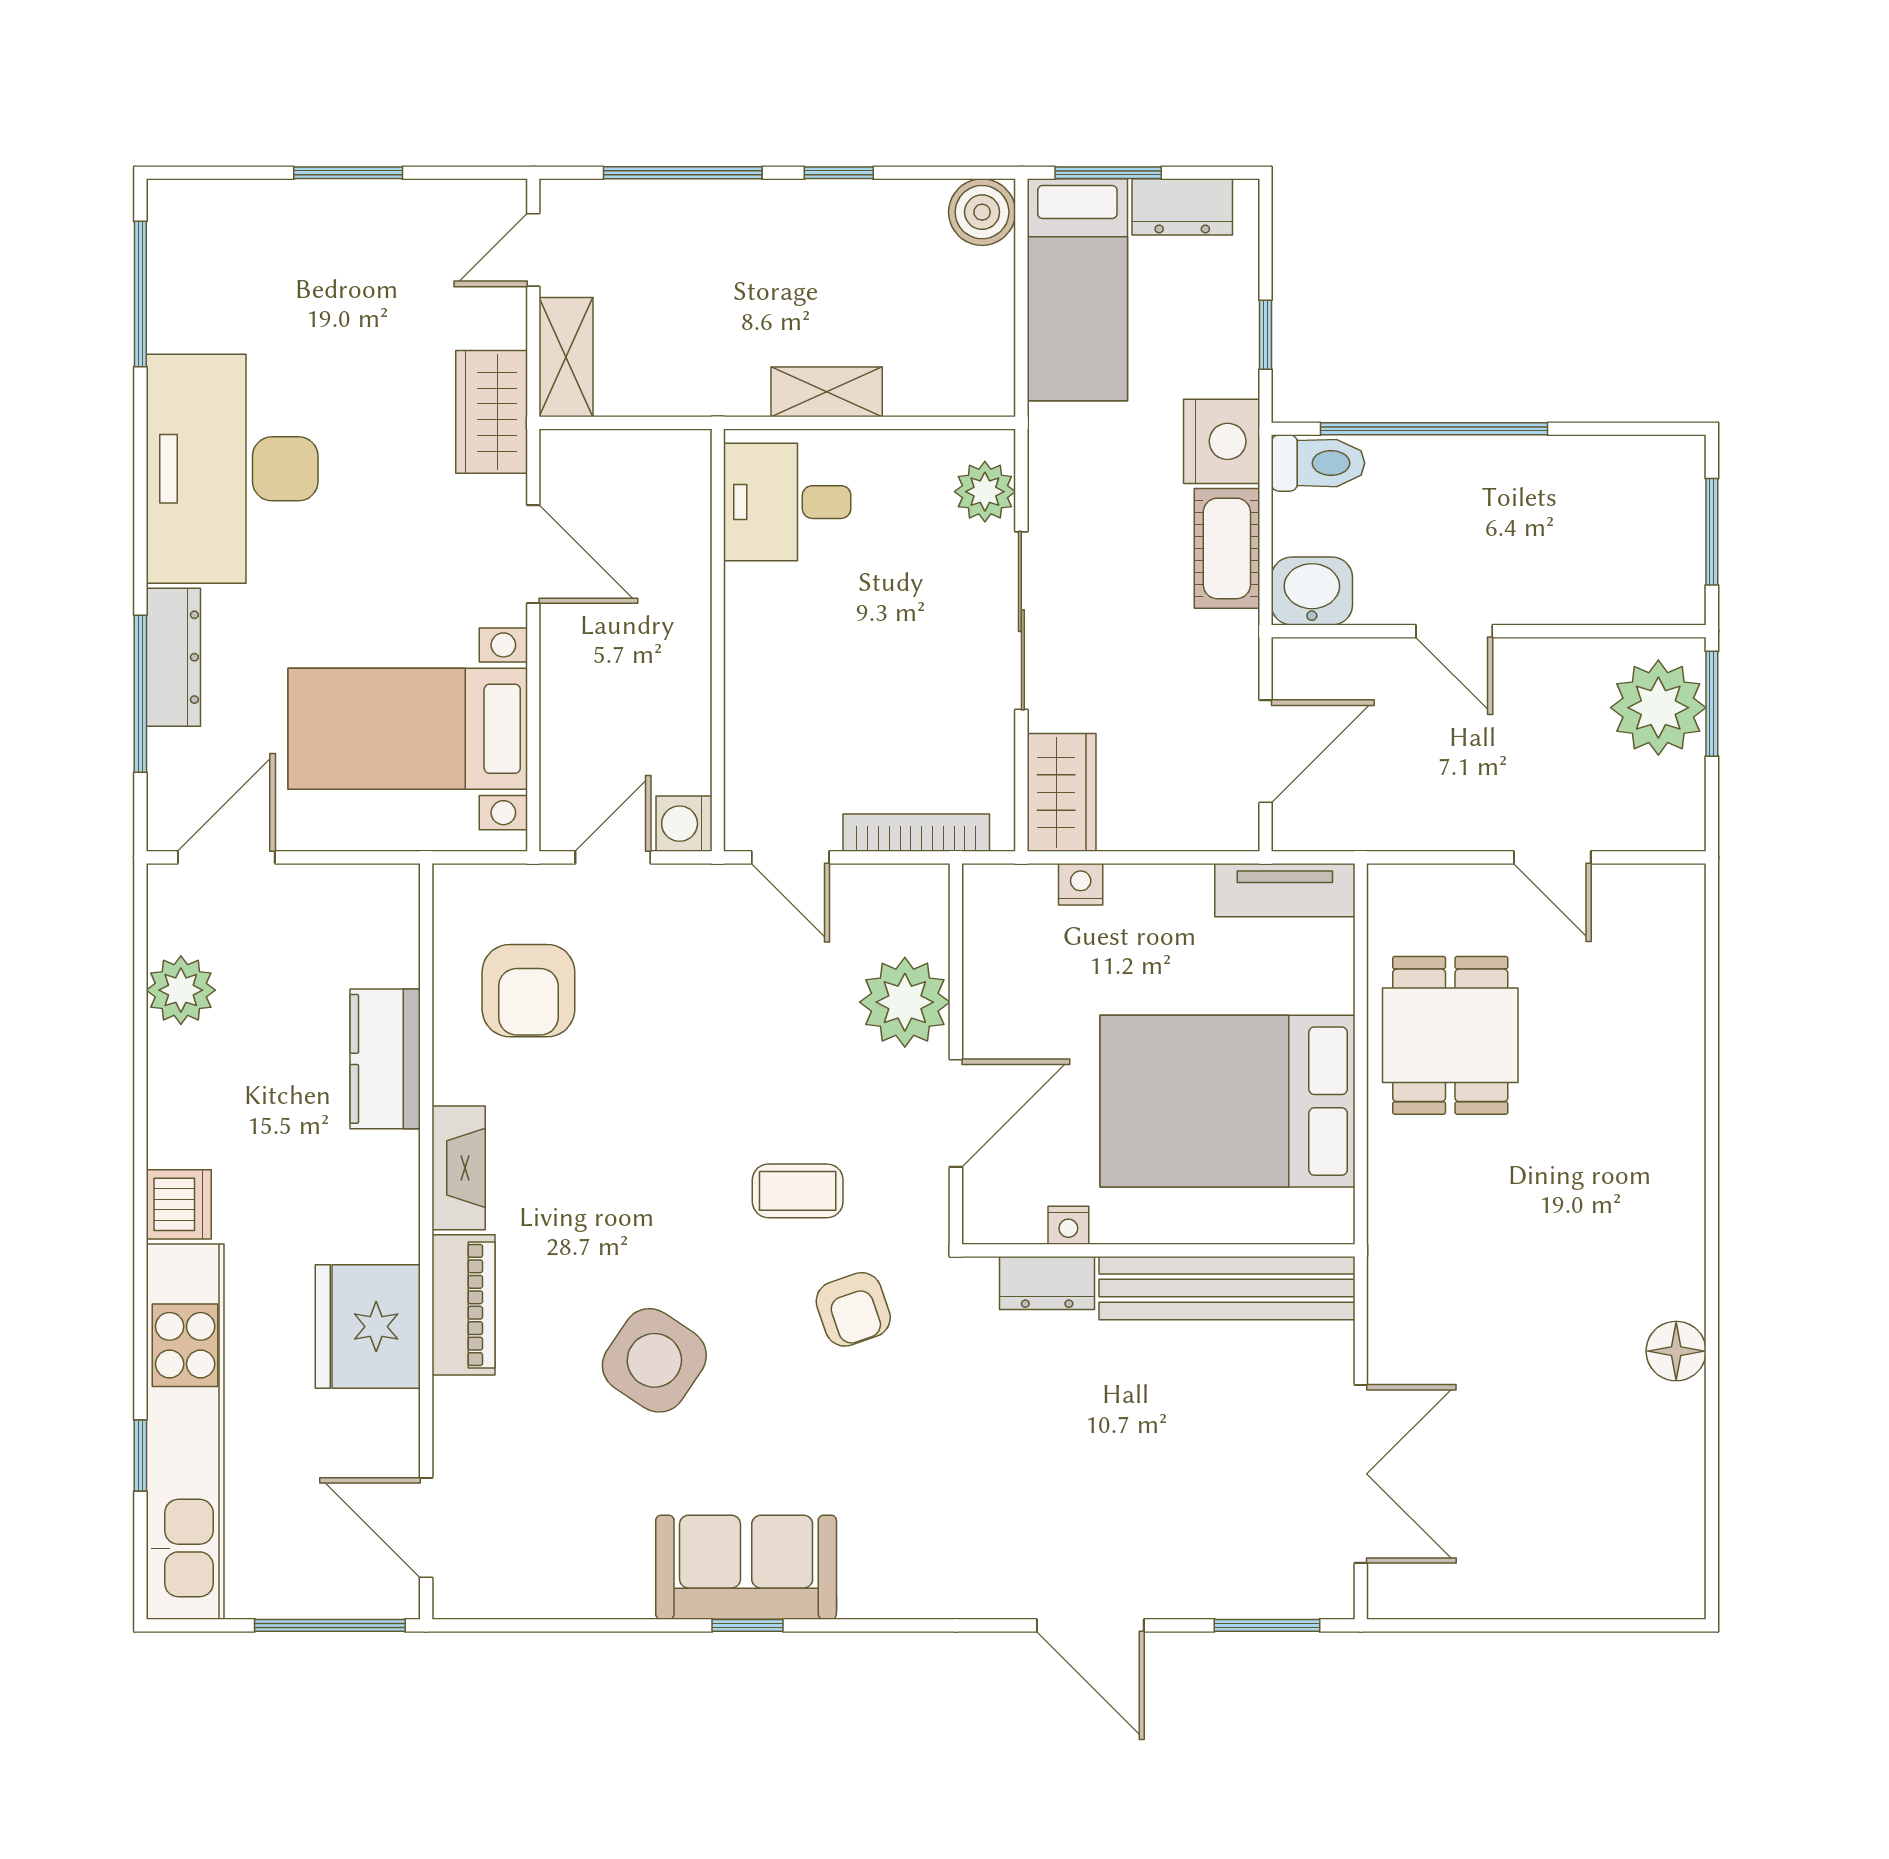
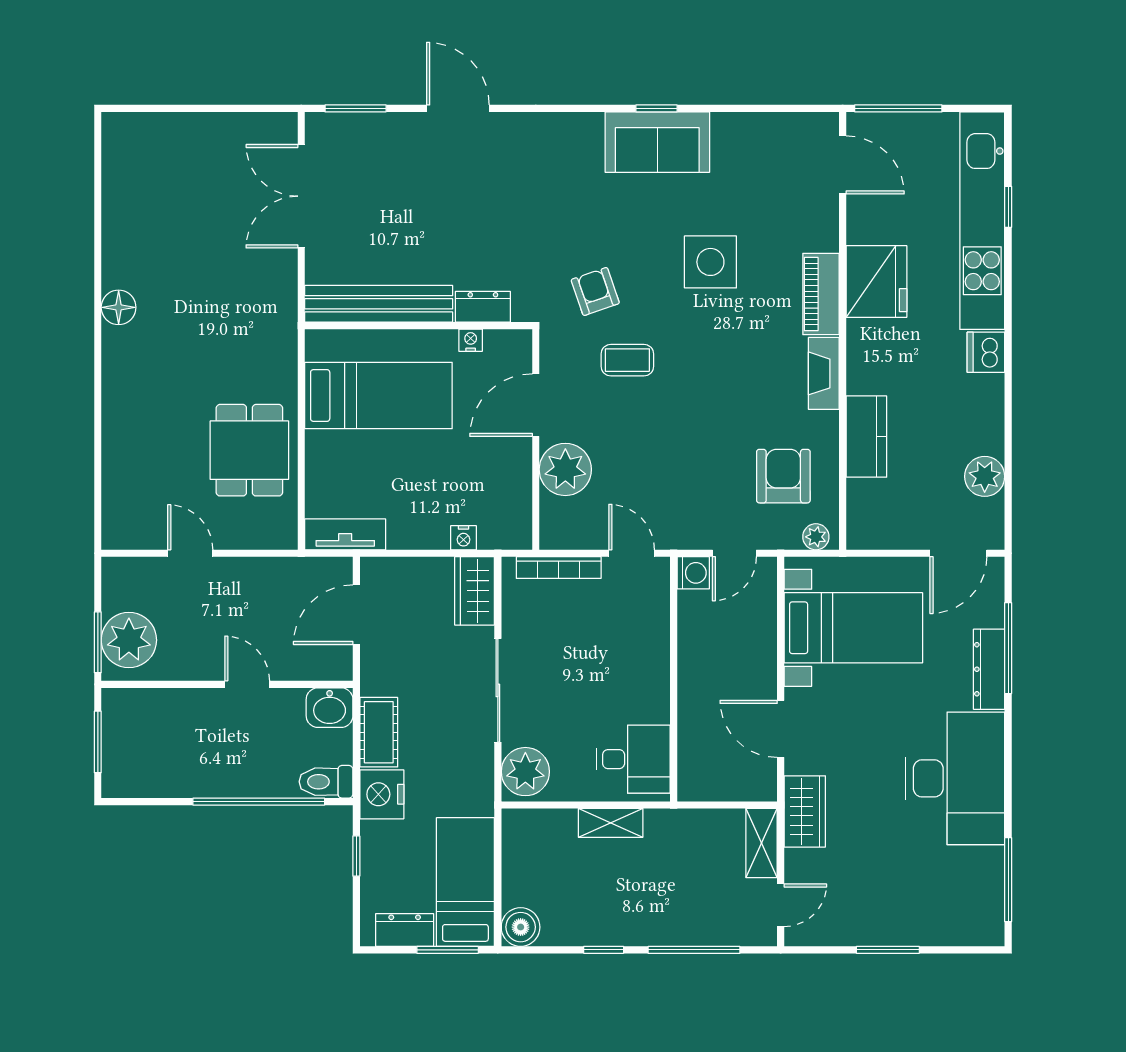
plant: (985, 492) -> (525, 772), width x1.36, depth x1.36
plant: (472, 886) -> (816, 537), added
bed: (1227, 1101) -> (378, 395), width x0.67
floor lamp: (1676, 1351) -> (119, 307), moved
side table: (654, 1360) -> (710, 262), turned -34

